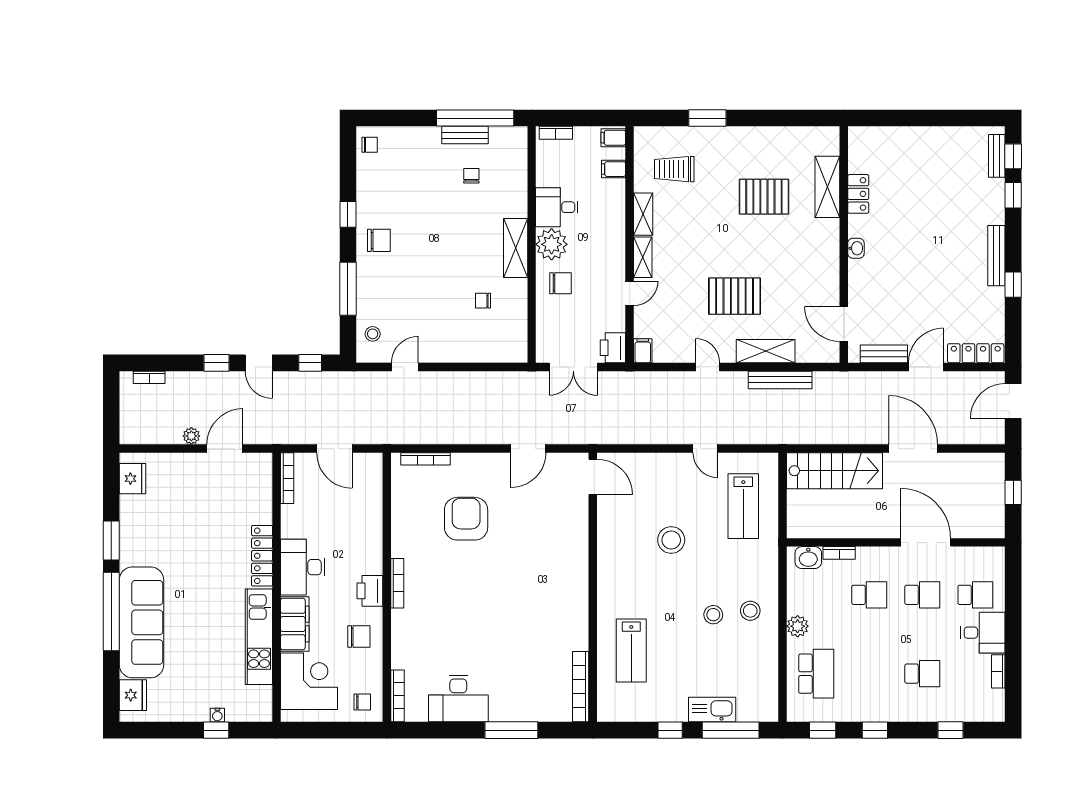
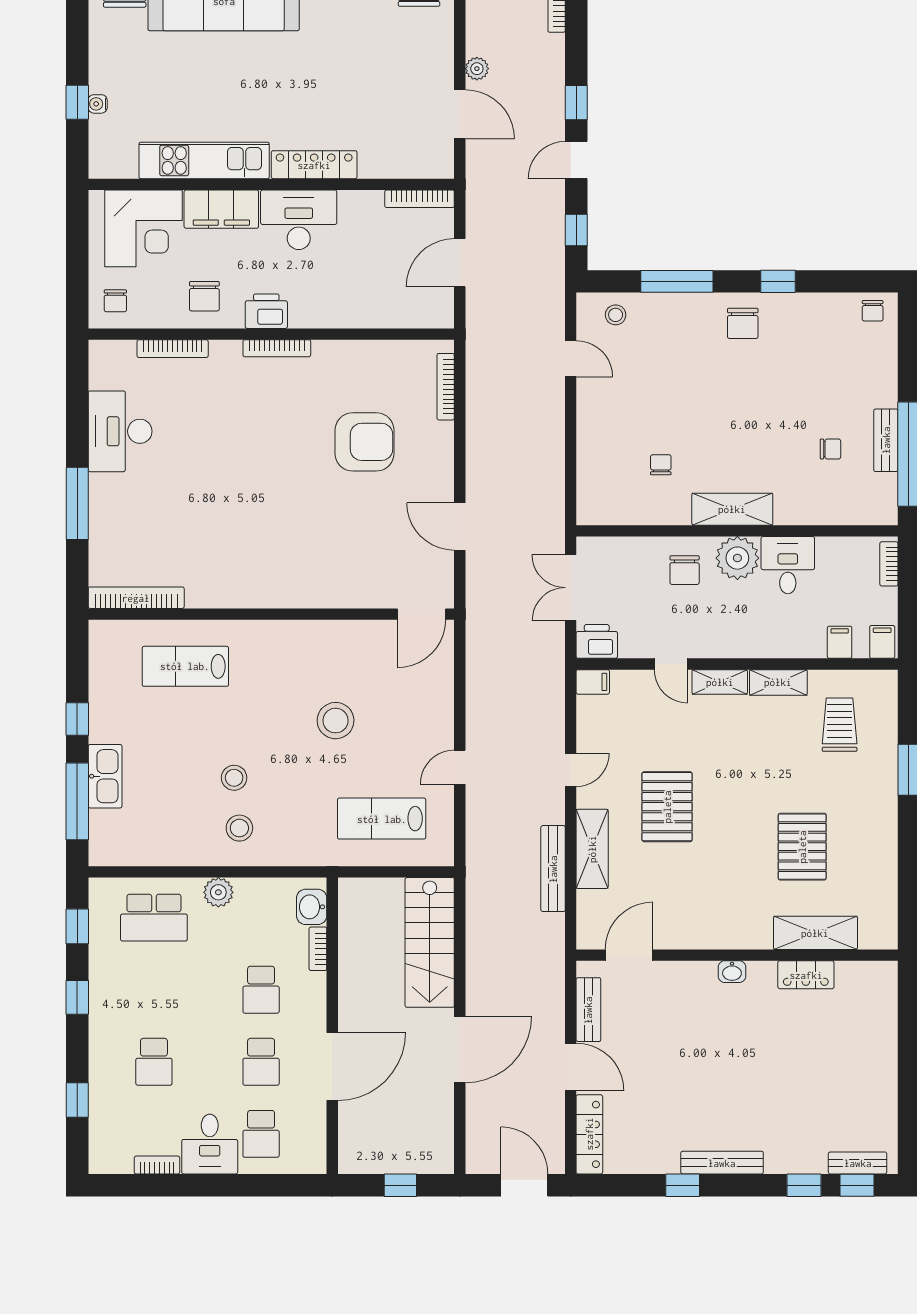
bookcase: (397, 696) -> (173, 349), moved

